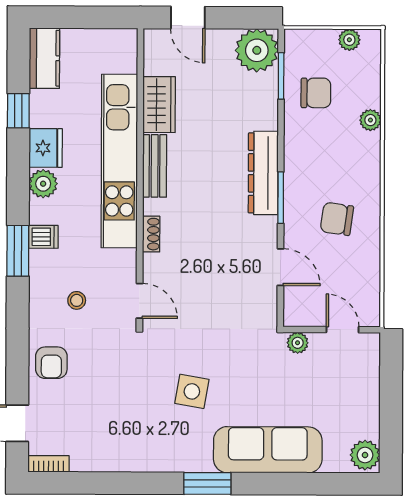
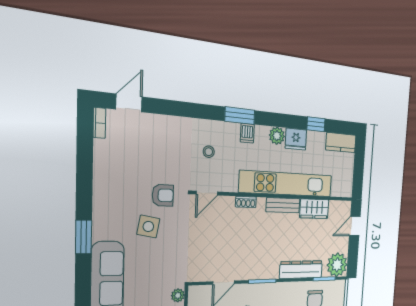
dresser: (263, 173) -> (301, 270), moved
armchair: (51, 363) -> (163, 195), moved, turned 180

